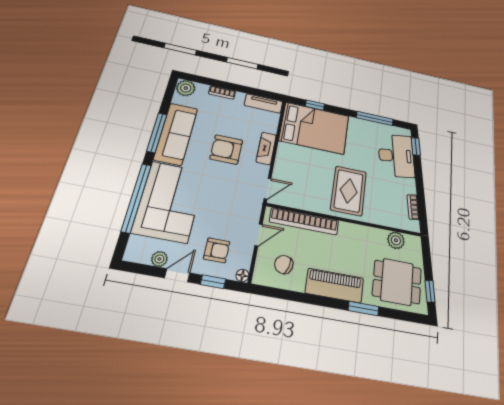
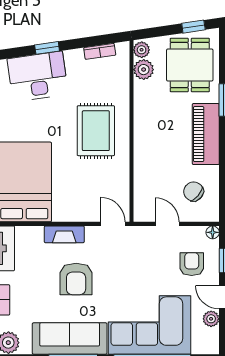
window: (416, 146) -> (47, 48), moved
rug: (349, 191) -> (96, 131), turned 90
bookcase: (304, 221) -> (142, 177), removed
plant: (412, 242) -> (142, 50), added
chair: (284, 264) -> (194, 192), turned 115

